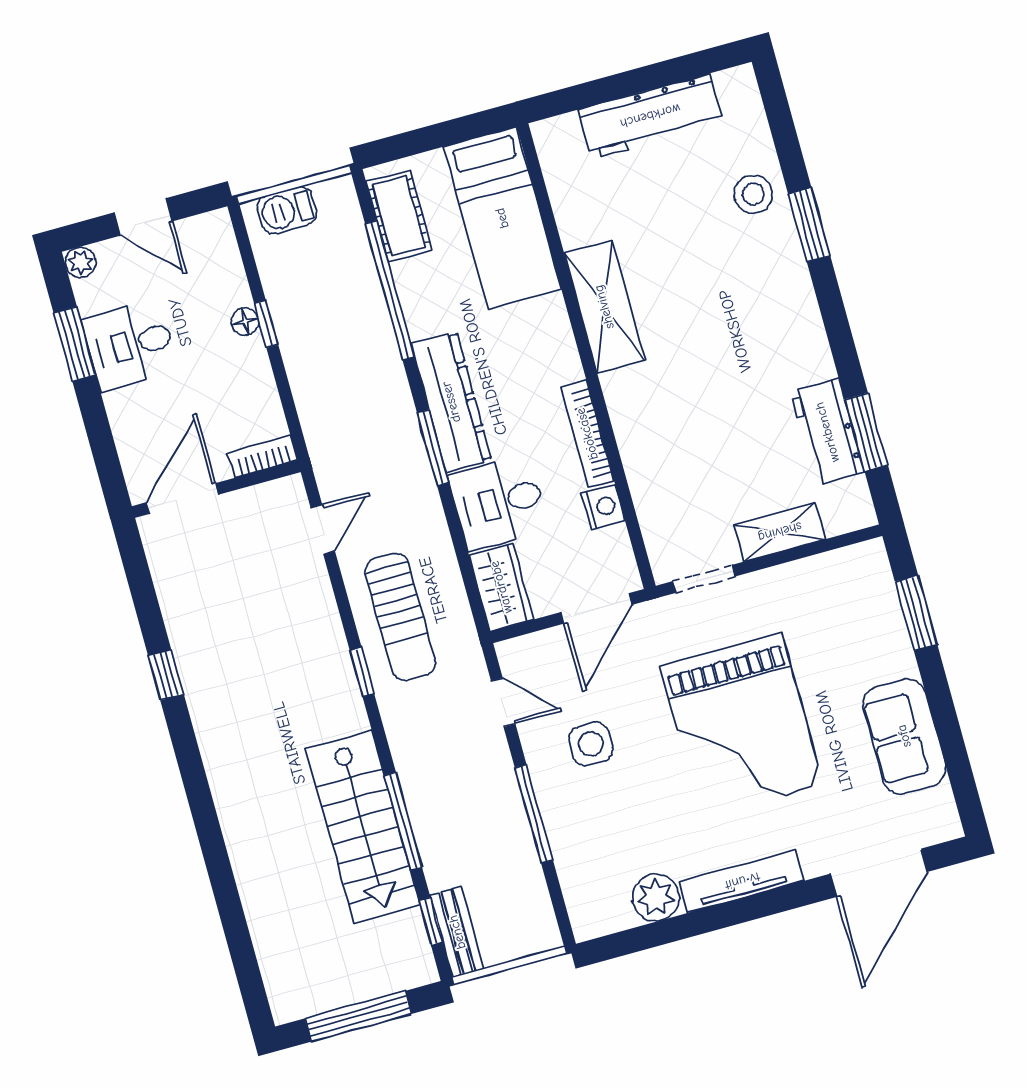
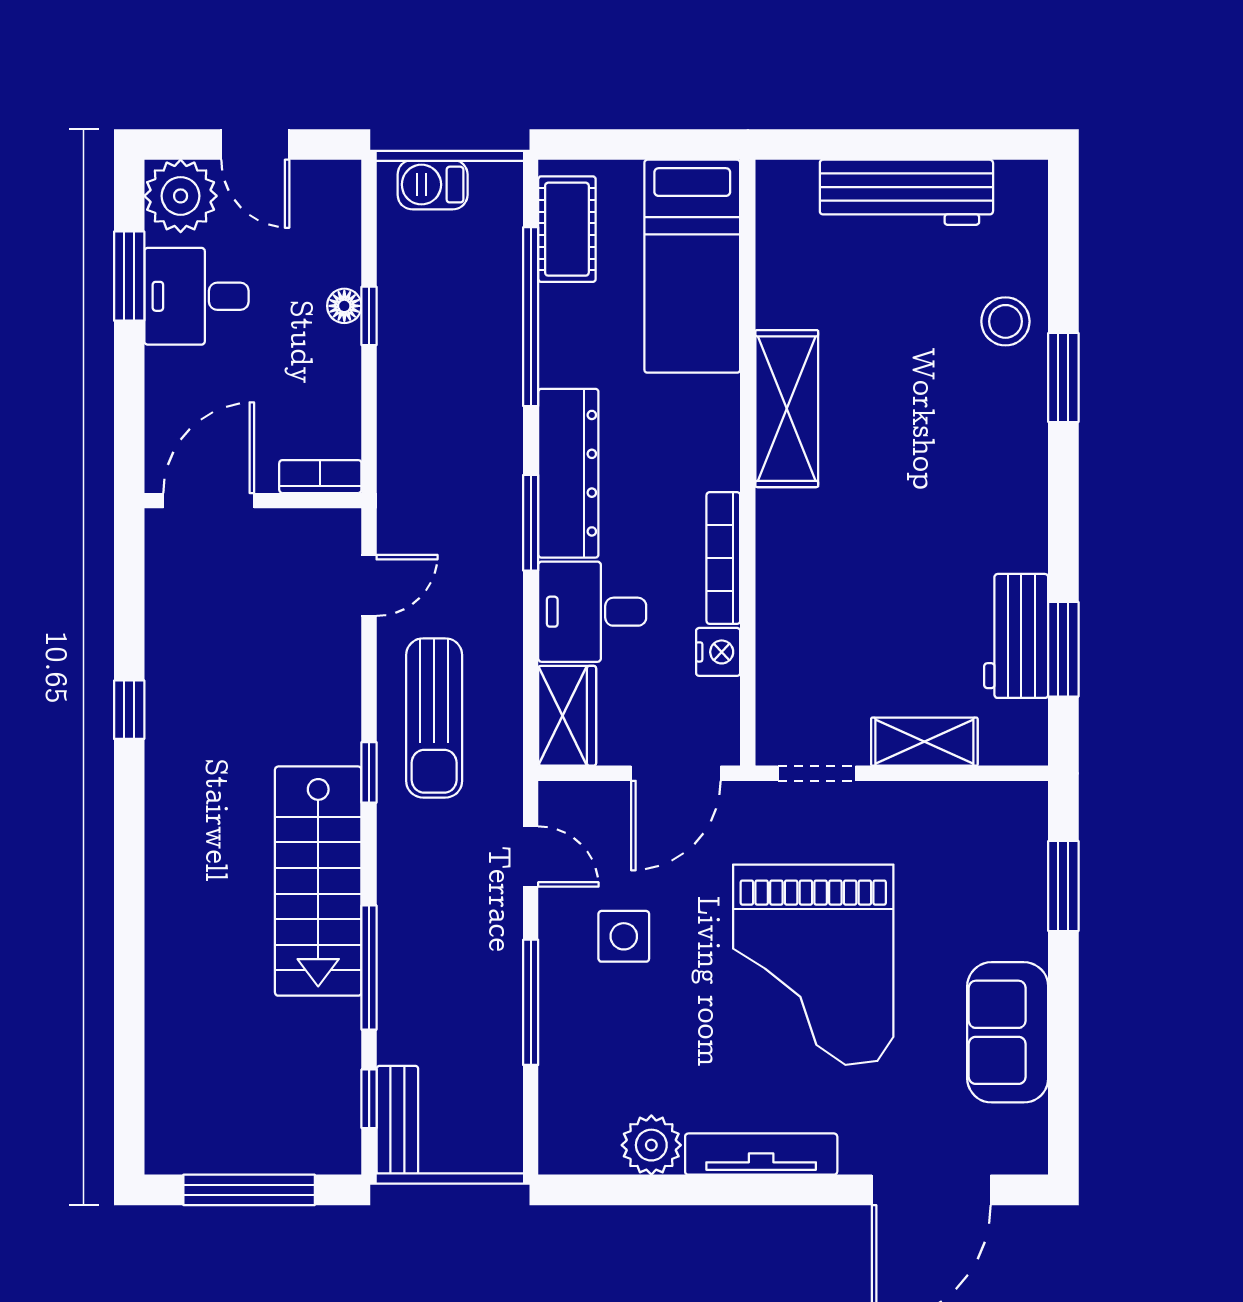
plant: (81, 262) -> (181, 196), width x1.88, depth x1.88
stairs: (363, 827) -> (318, 881), moved

